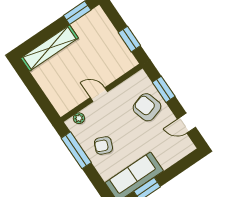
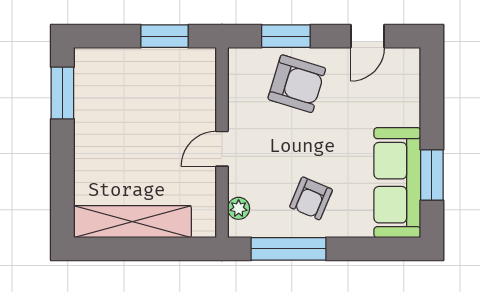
shelving: (50, 48) -> (132, 222), moved, turned 90
armchair: (147, 107) -> (297, 84), turned -146

